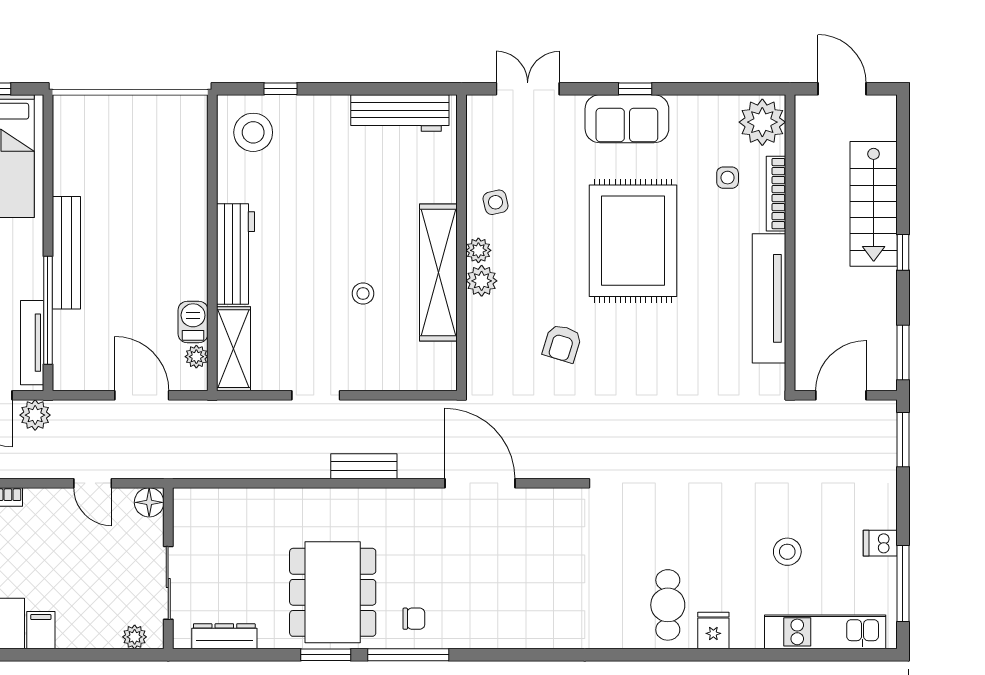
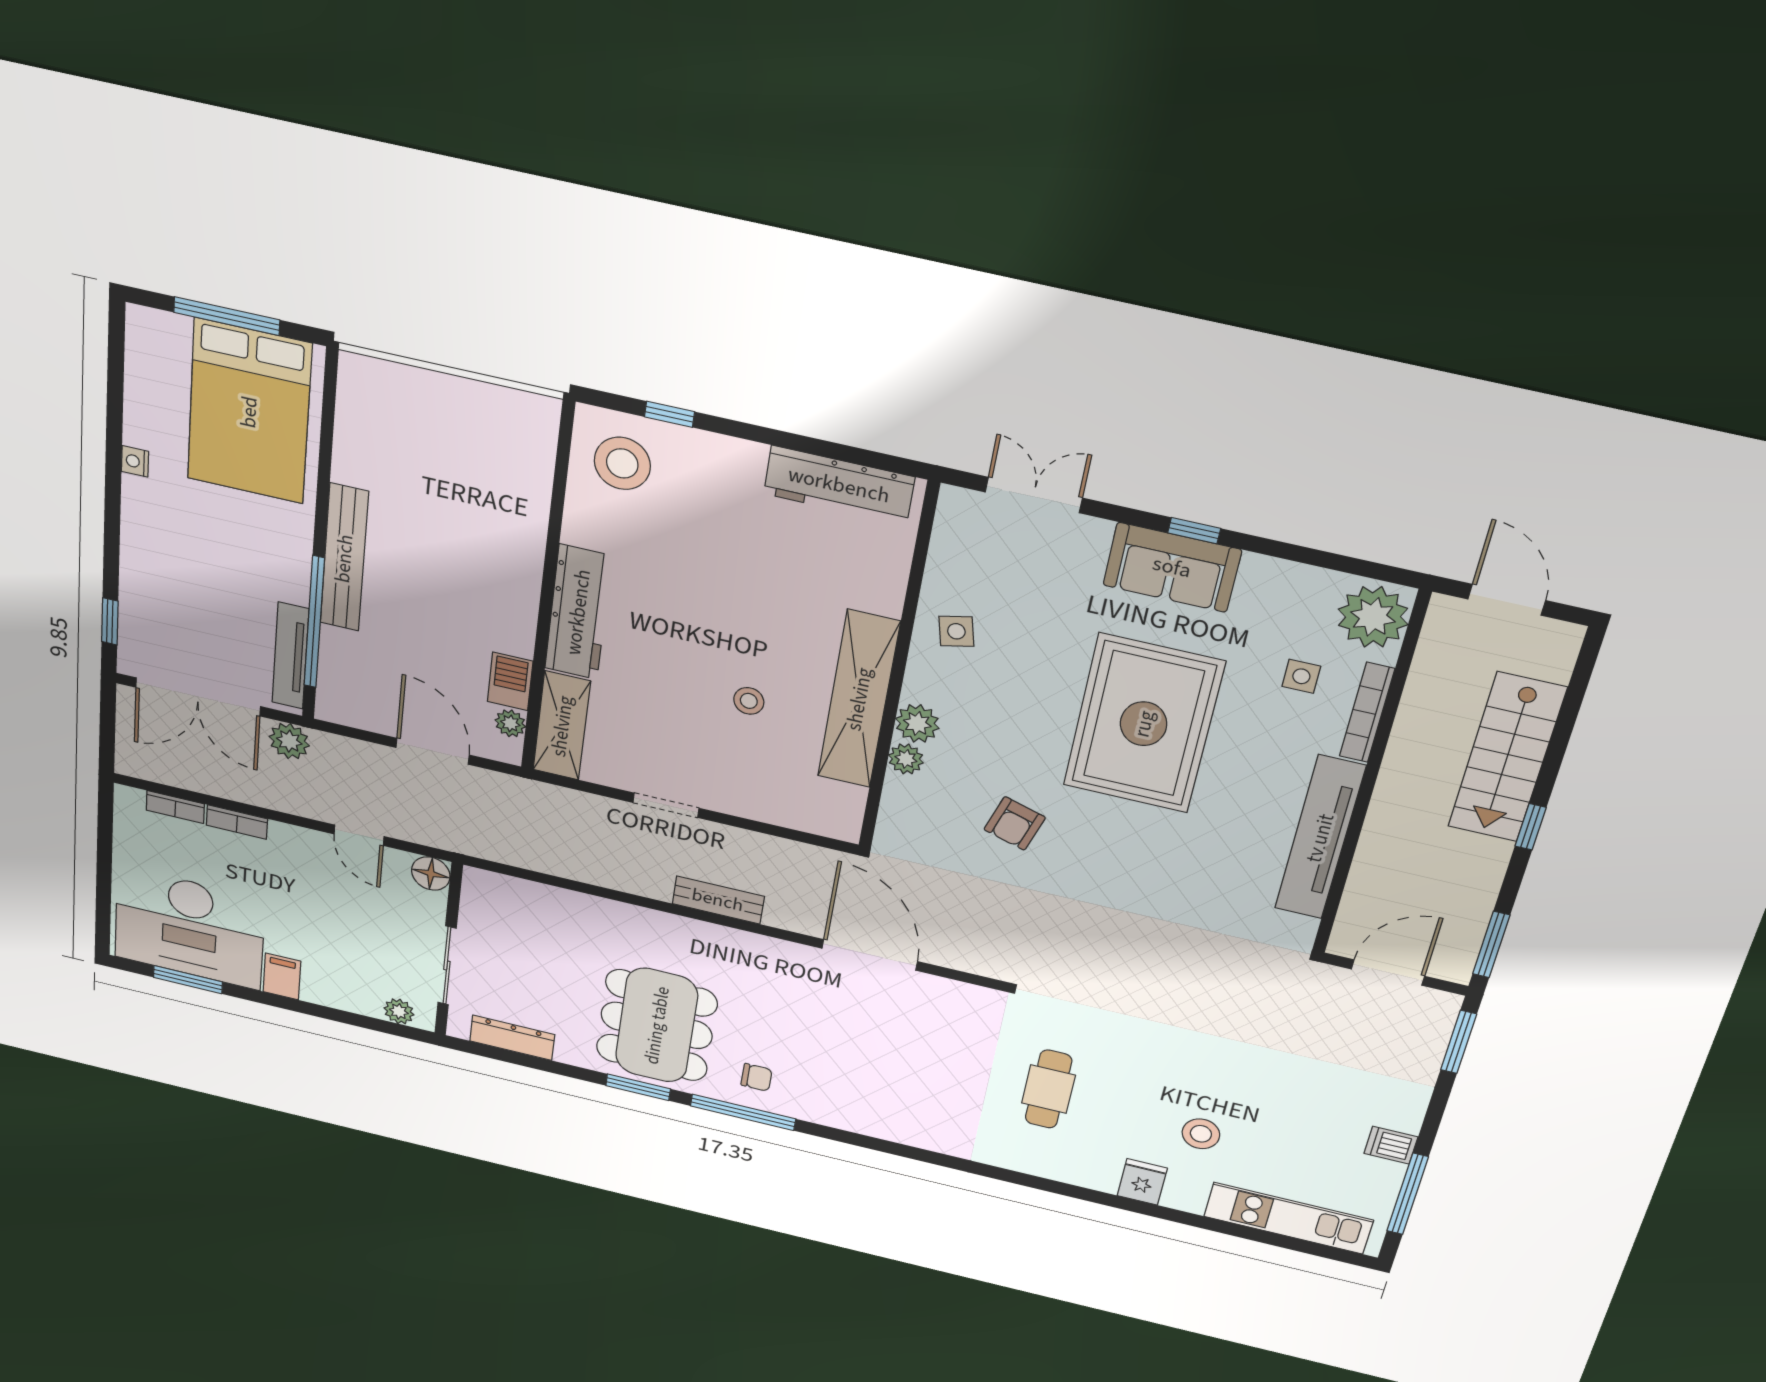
plant: (478, 250) -> (906, 759), moved
stool: (787, 552) -> (1201, 1134), moved
cafe table: (668, 605) -> (1049, 1089), moved

